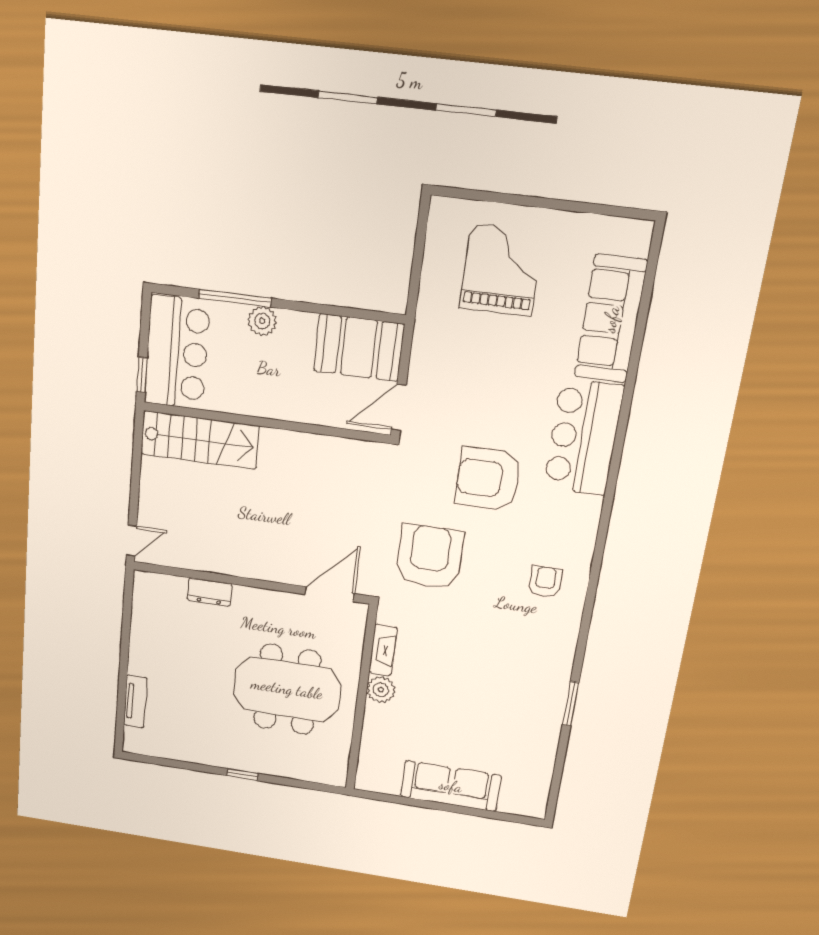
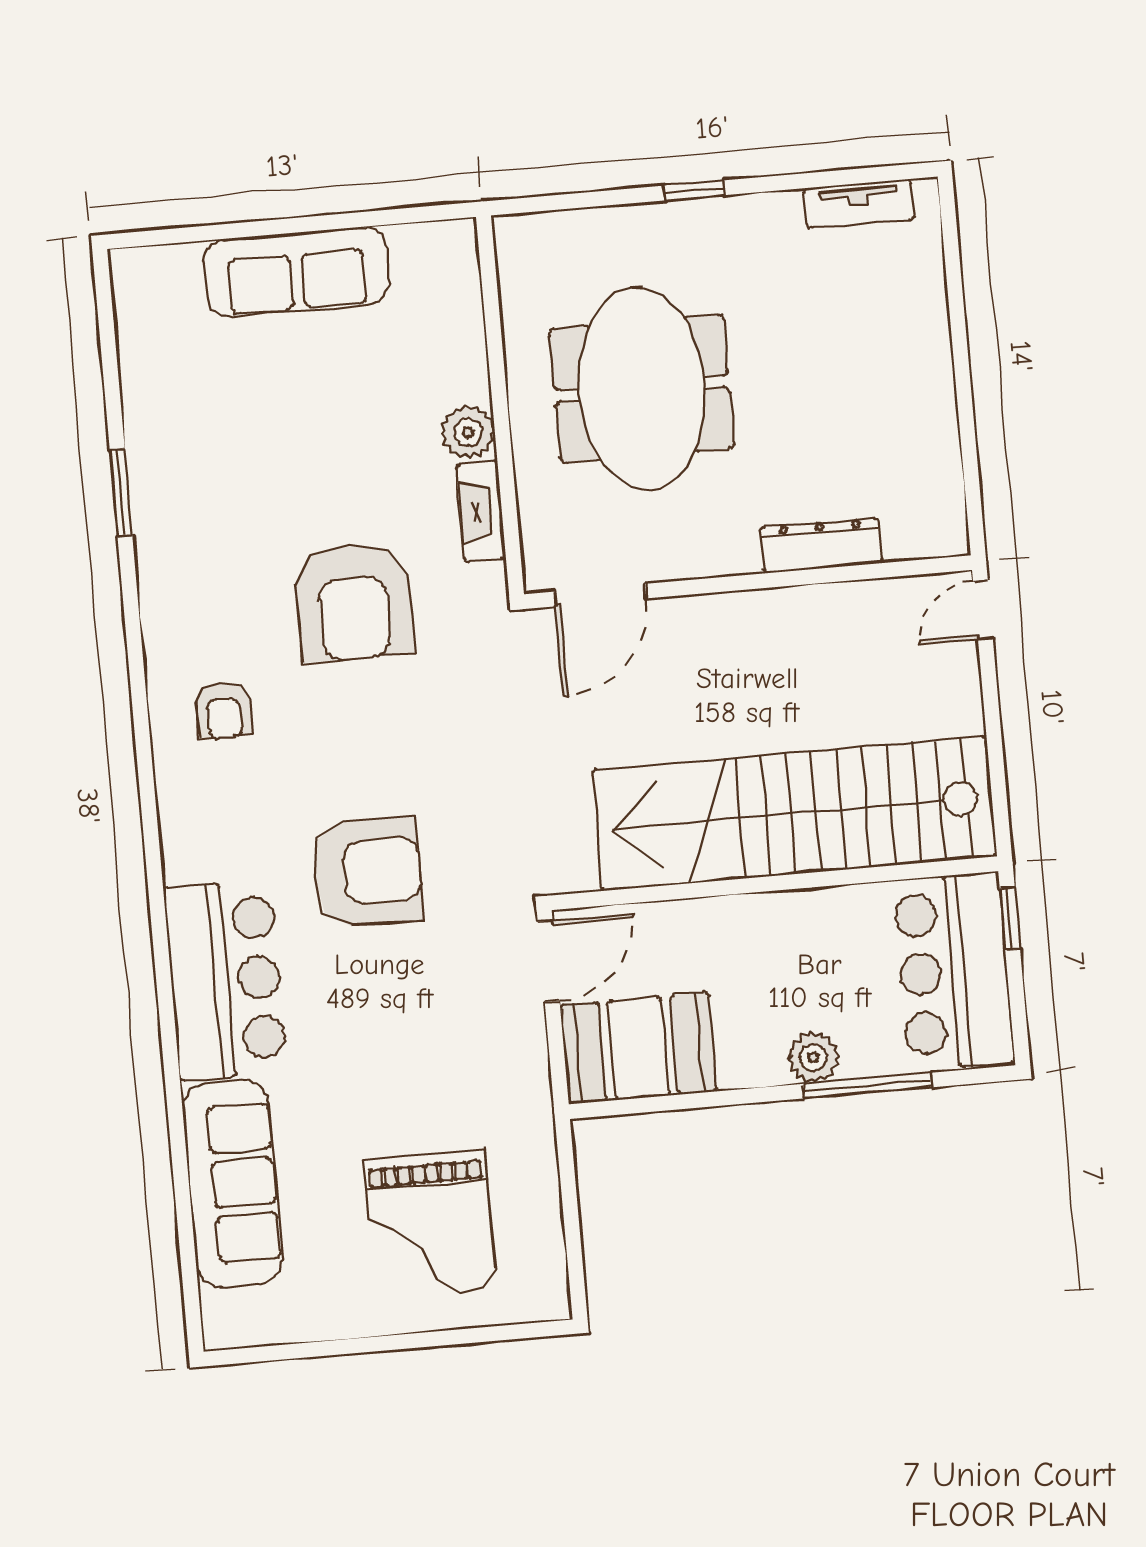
stairs: (200, 440) -> (794, 813), width x1.86, depth x1.51
armchair: (430, 557) -> (354, 602), moved
dresser: (210, 592) -> (821, 545), width x1.44
meeting table: (287, 689) -> (642, 389), turned 90
tv unit: (135, 701) -> (859, 204), moved, turned -90

